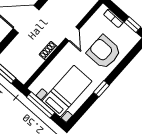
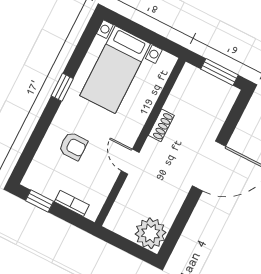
armchair: (104, 52) -> (73, 146), width x0.53, depth x0.53
window: (41, 105) -> (151, 37), removed

